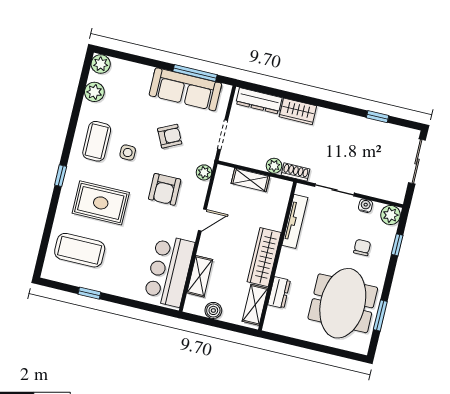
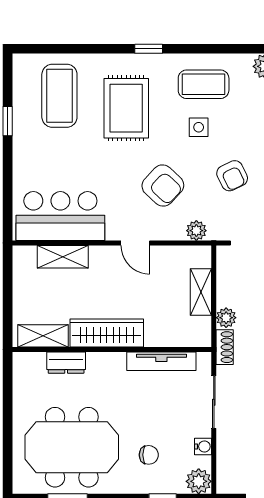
armchair: (165, 189) -> (163, 185), turned -137
boiler: (213, 310) -> (23, 284), removed

